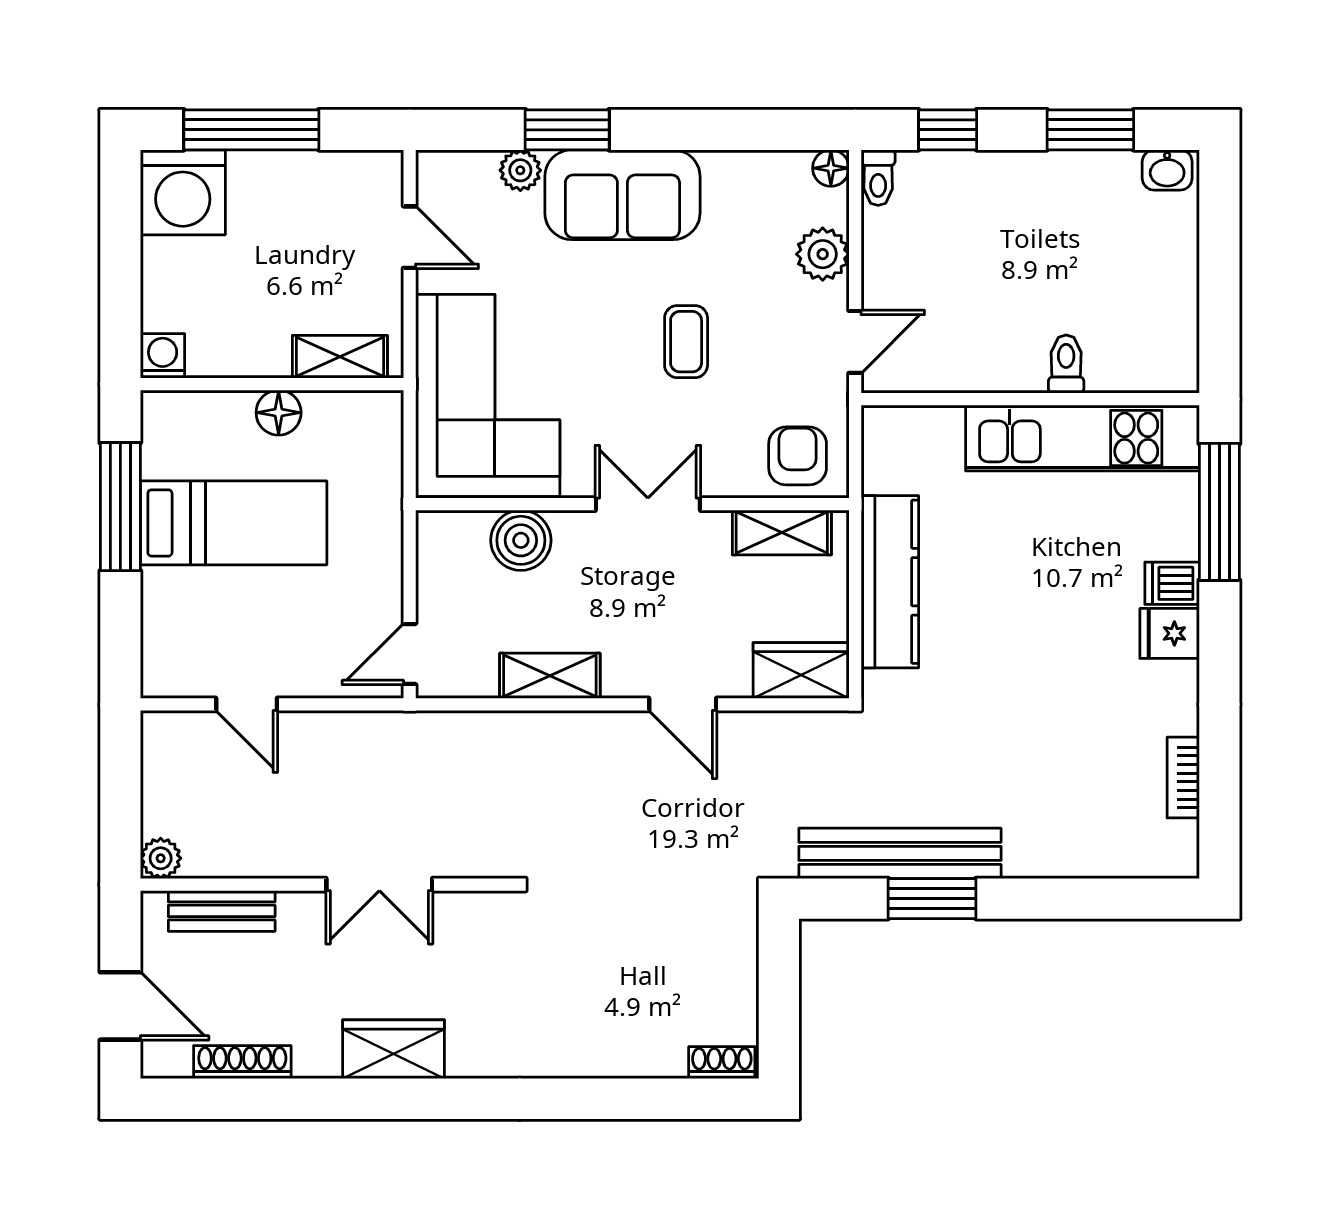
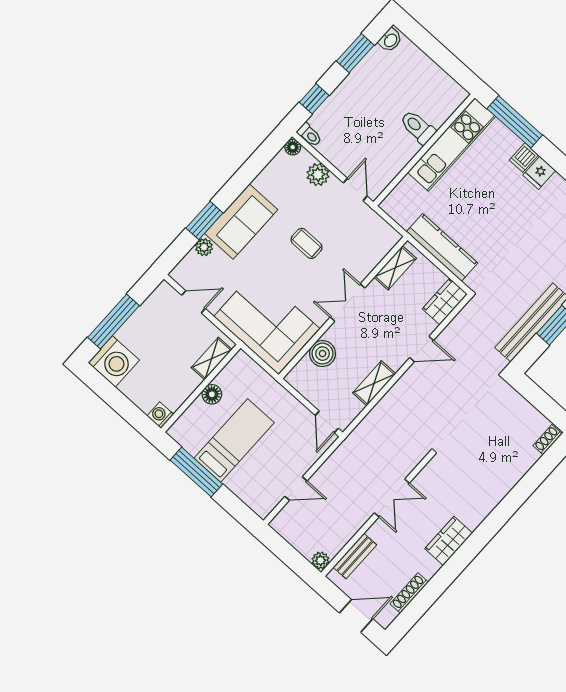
toilet: (1066, 364) -> (418, 127), width x1.37, depth x1.39
armchair: (798, 456) -> (375, 241), removed

